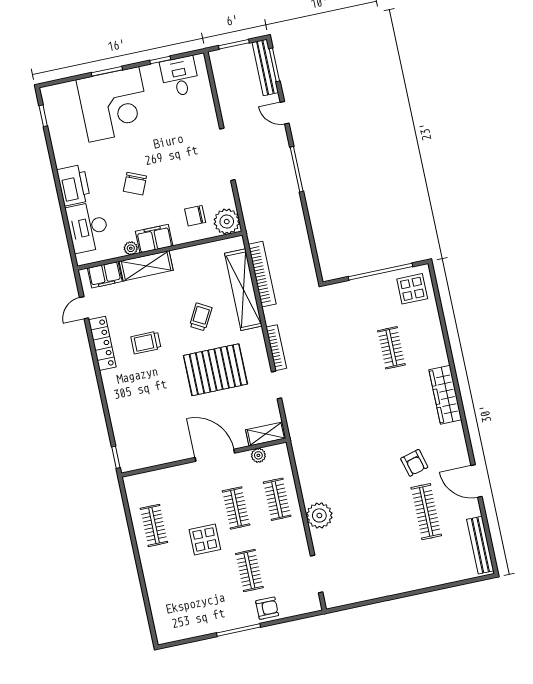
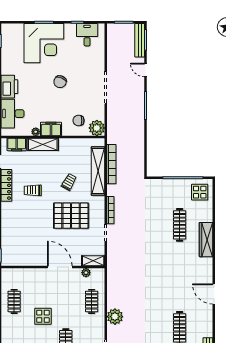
chair: (135, 184) -> (60, 82), moved
clothes rail: (391, 348) -> (180, 225), width x1.36
wardrobe: (445, 395) -> (206, 240), moved
armchair: (414, 463) -> (179, 297), removed
door: (477, 481) -> (214, 294), moved
clothes rail: (236, 508) -> (66, 301), removed

